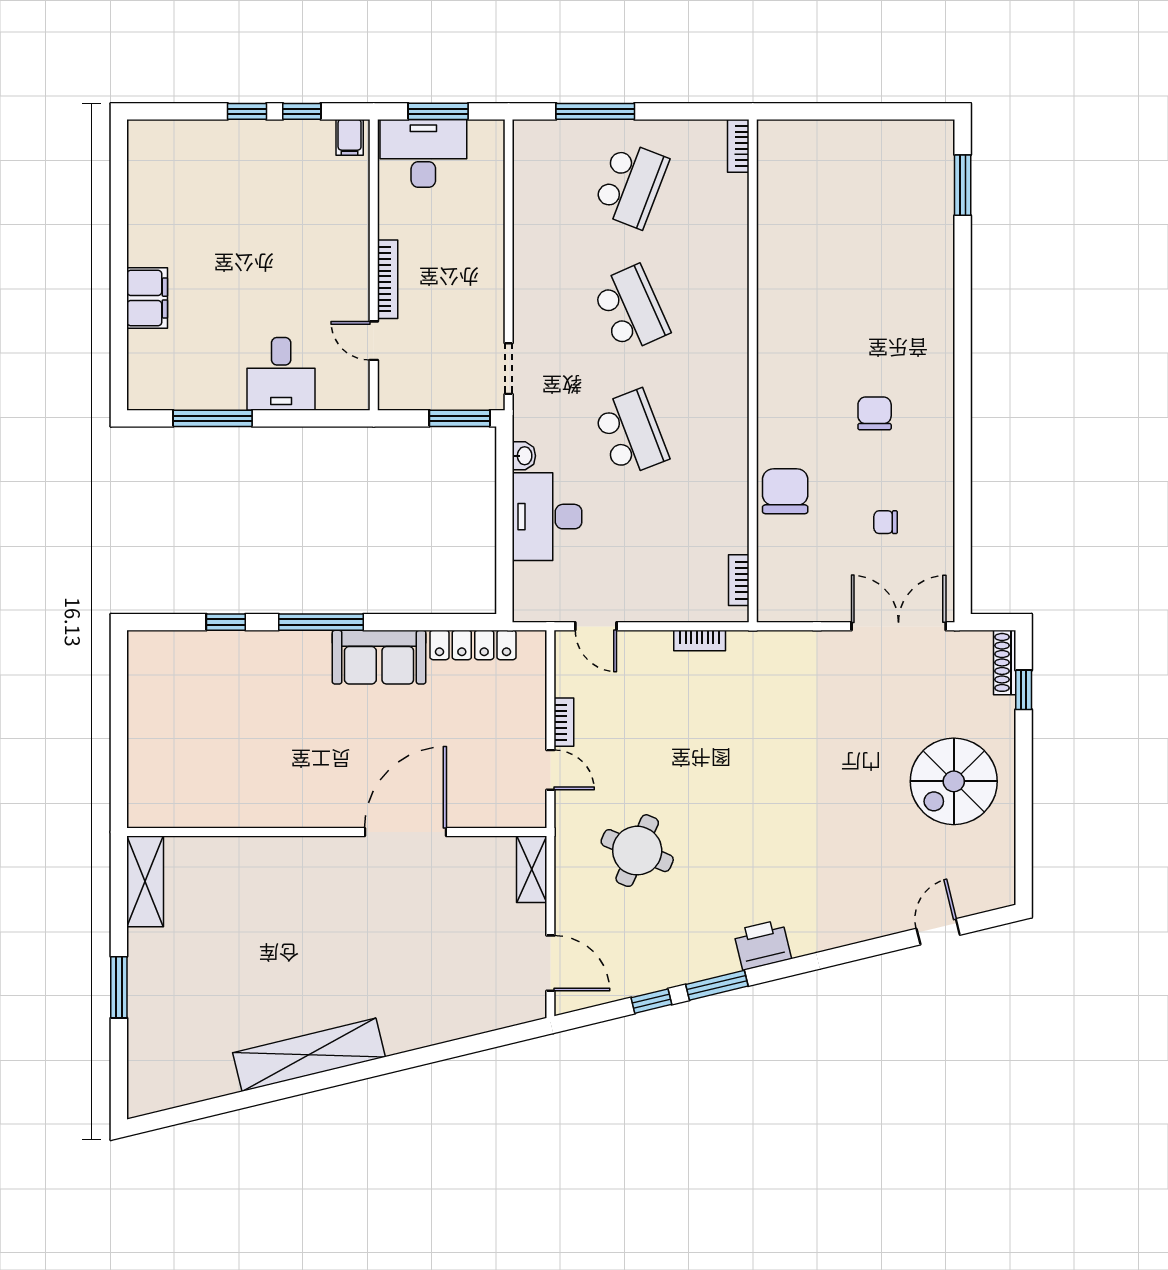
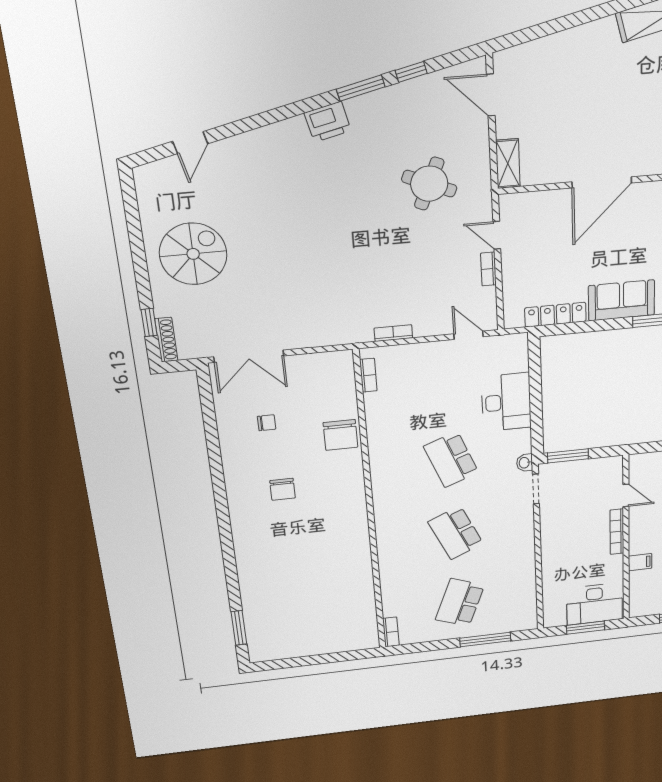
filing cabinet: (350, 137) -> (640, 562), moved, turned 90
washbasin: (524, 456) -> (525, 463), moved

